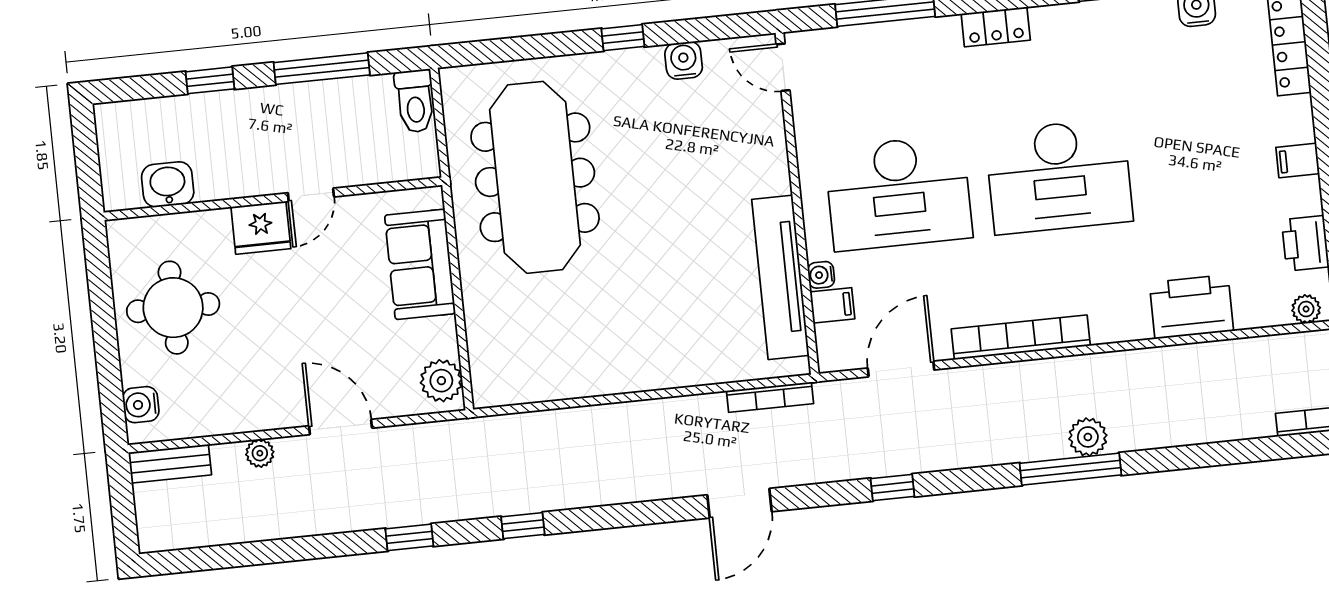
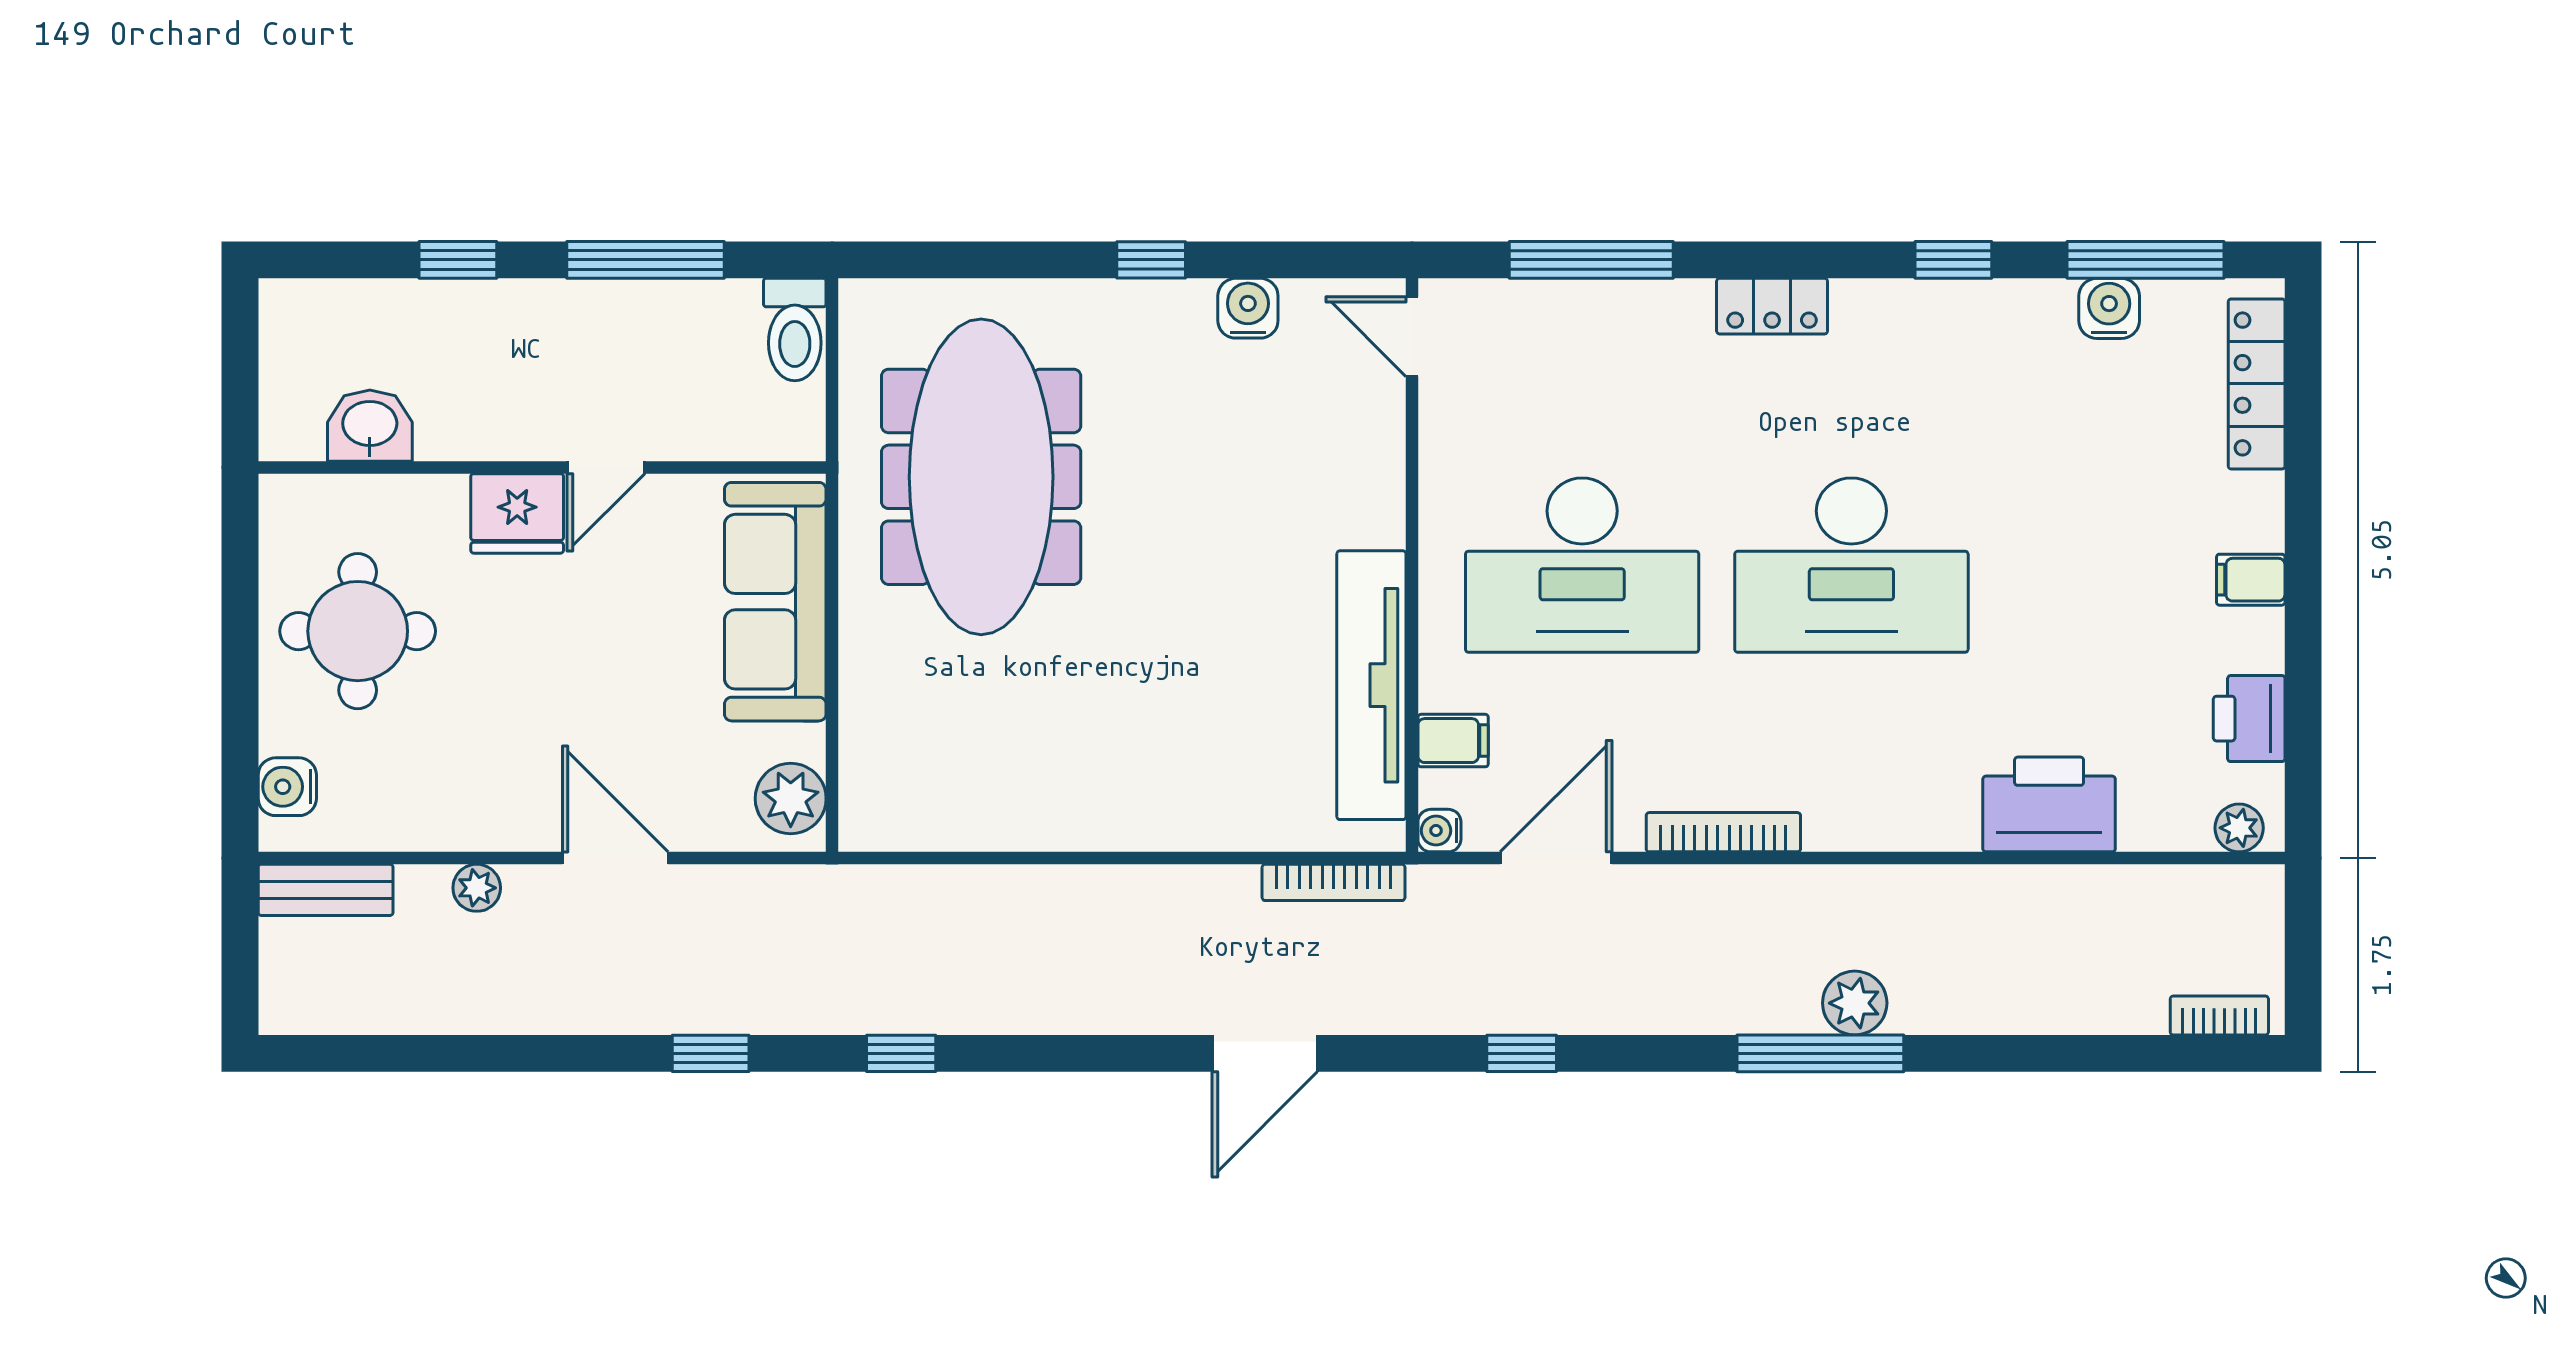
sofa: (420, 264) -> (775, 602), width x1.36
water cooler: (821, 275) -> (1439, 831), moved
bookcase: (1021, 337) -> (1723, 832), width x0.68, depth x0.76

